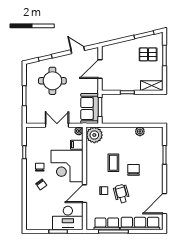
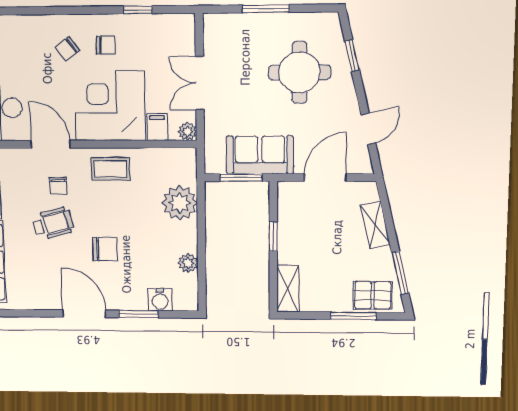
shelving: (122, 46) -> (375, 225), added
pallet: (148, 54) -> (373, 295), moved, turned 90
door: (100, 69) -> (325, 178), hinge flipped
sofa: (90, 109) -> (260, 155), moved
double door: (57, 125) -> (200, 83), swing flipped
plant: (94, 135) -> (180, 203), moved
water cooler: (158, 145) -> (160, 300), added
coffee table: (113, 163) -> (111, 169), moved
door: (165, 204) -> (84, 314), moved

